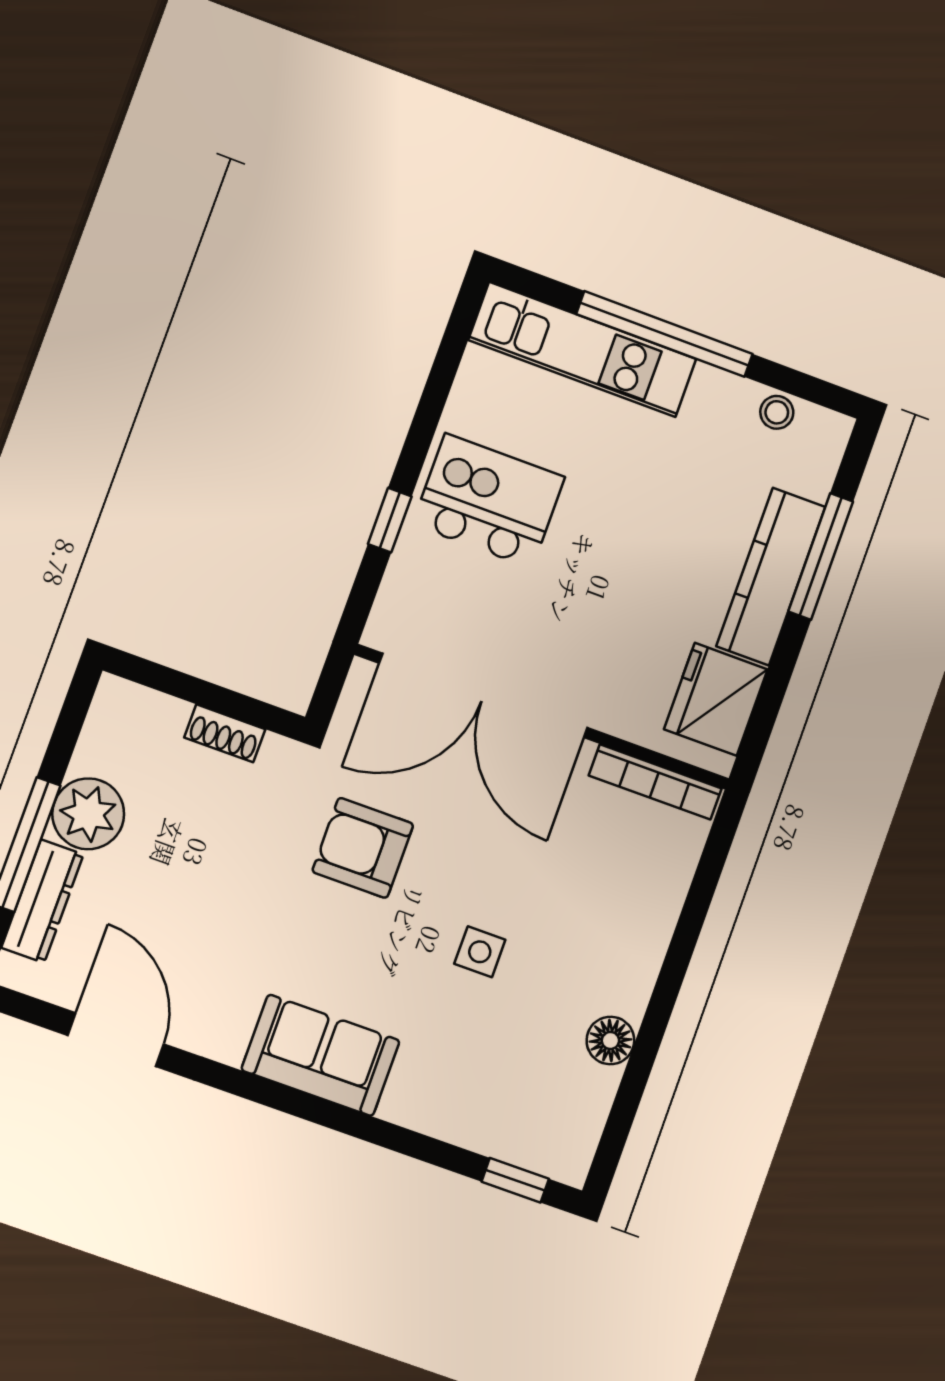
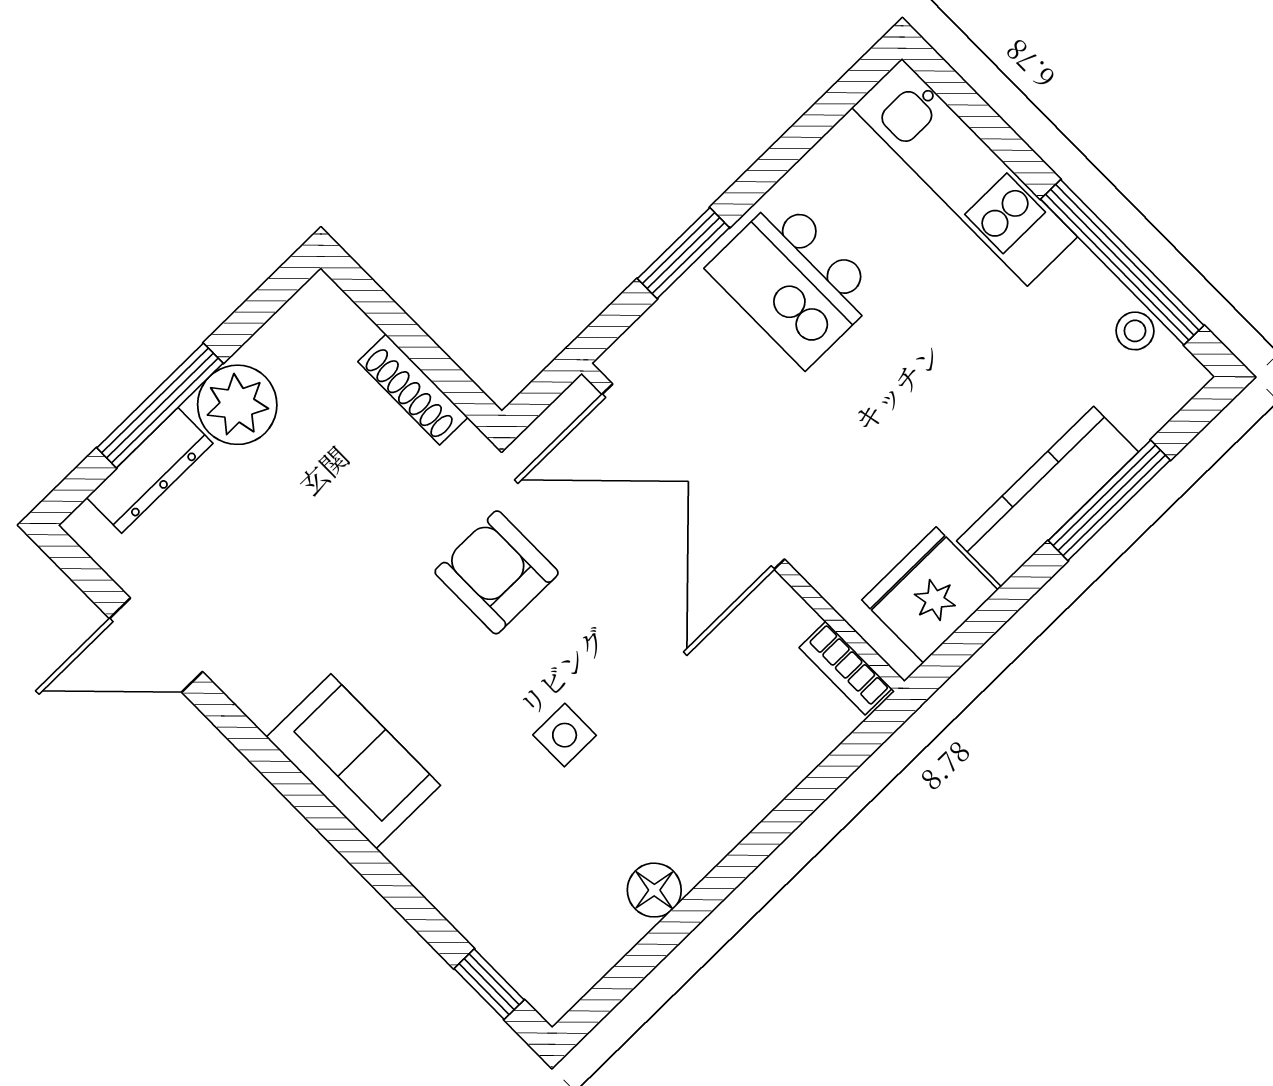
window: (665, 334) -> (1122, 262), moved
kitchen island: (489, 501) -> (794, 281), turned 180
window: (390, 520) -> (683, 253), width x1.50
shoe rack: (225, 733) -> (413, 389), width x1.43
bookcase: (655, 782) -> (845, 668), width x0.64
door: (116, 1040) -> (156, 645), swing flipped

